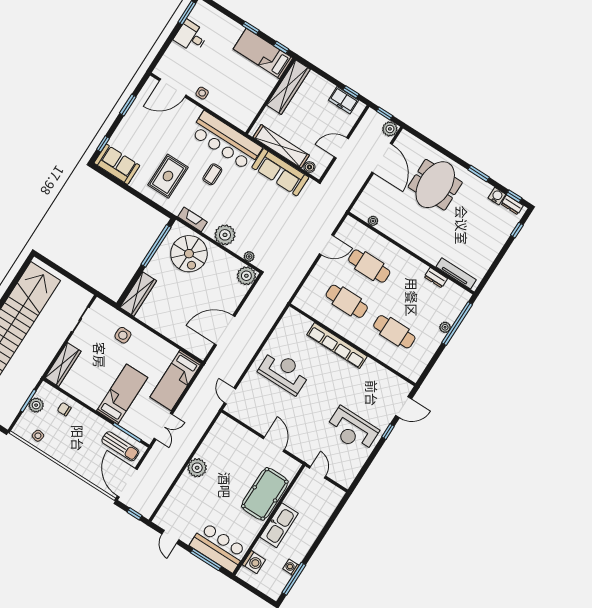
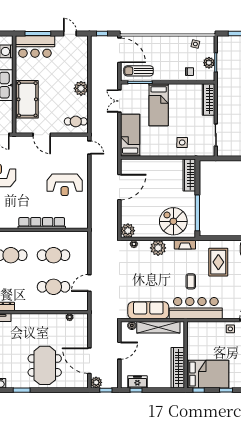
bed: (263, 54) -> (208, 374), width x1.50
cafe table: (227, 435) -> (76, 121), added

